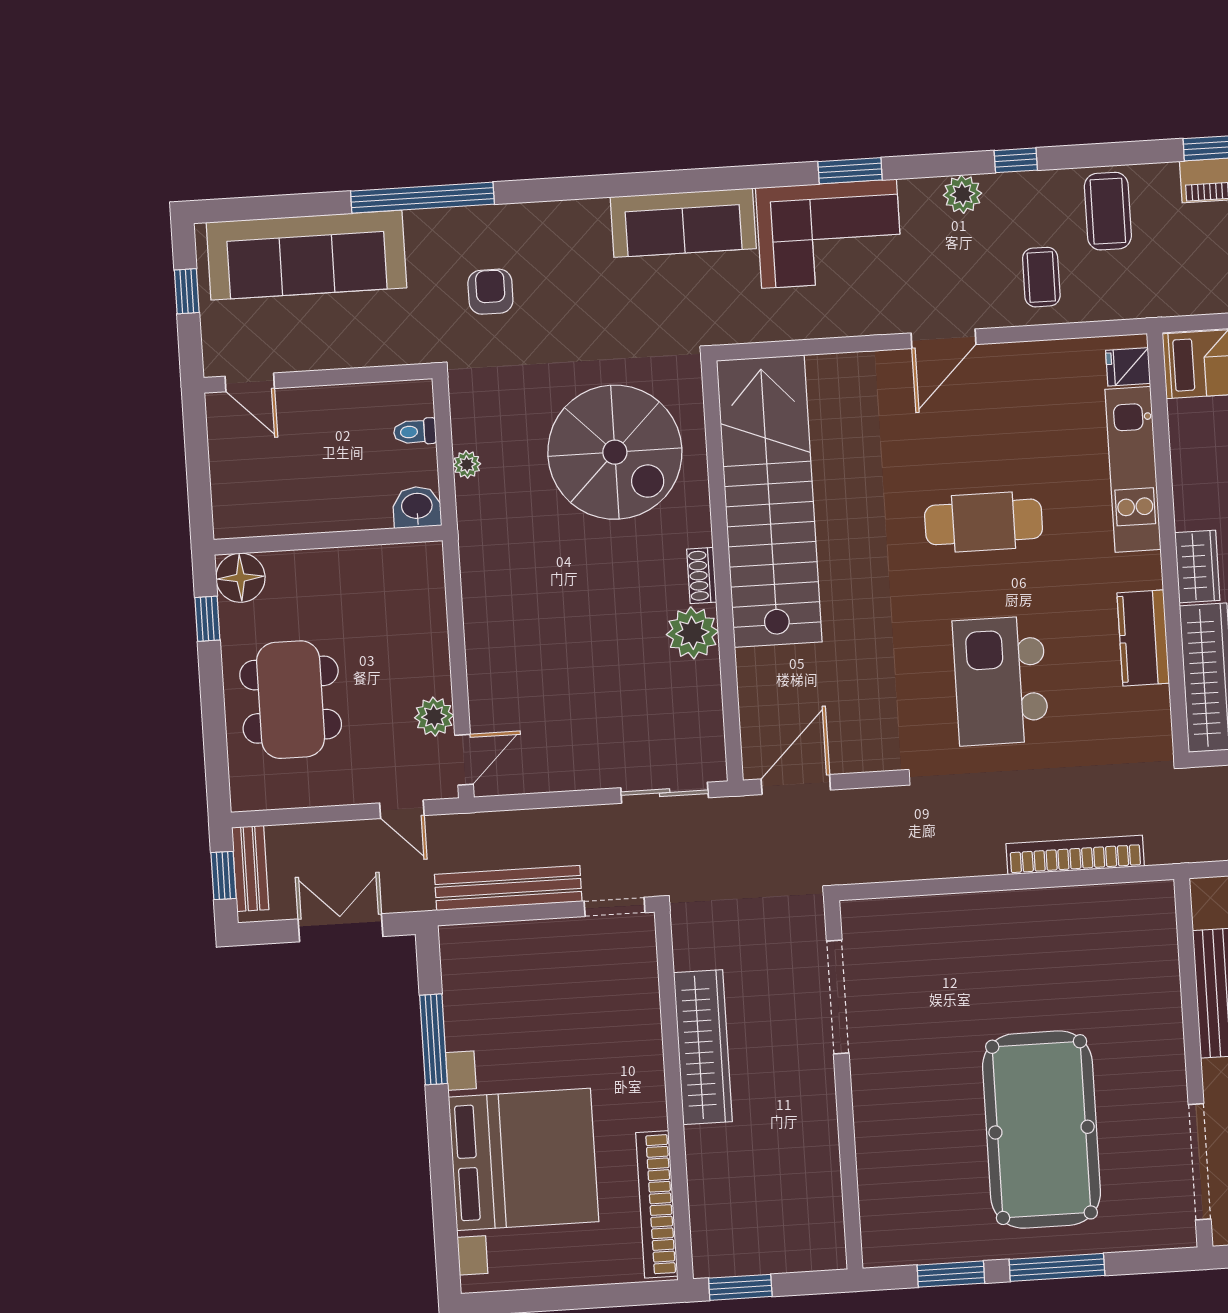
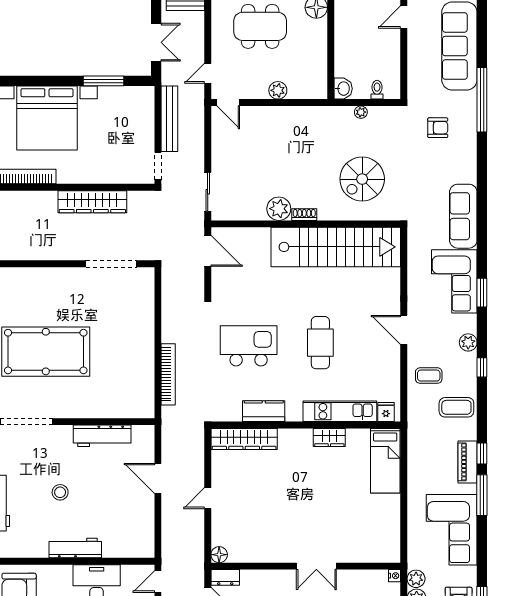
spiral stairs: (615, 452) -> (362, 179), width x0.73, depth x0.73
wardrobe: (1197, 567) -> (329, 437), moved
plant: (434, 717) -> (278, 90), moved

